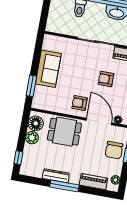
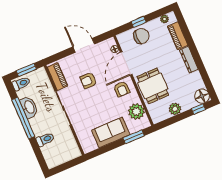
armchair: (106, 79) -> (88, 81), turned 90
plant: (52, 103) -> (136, 111), added
floor lamp: (36, 123) -> (202, 96), moved
dresser: (56, 176) -> (189, 60), moved
window: (64, 186) -> (197, 57), removed

